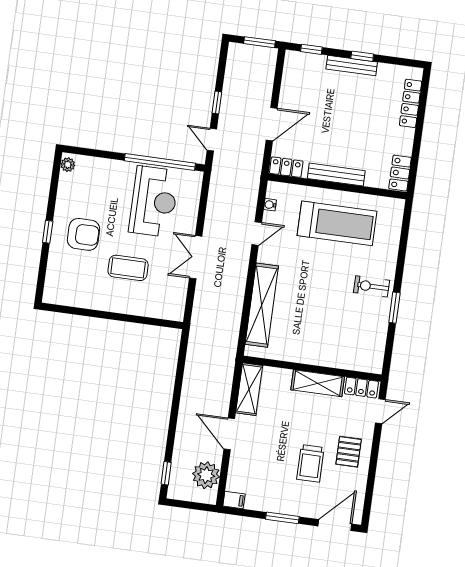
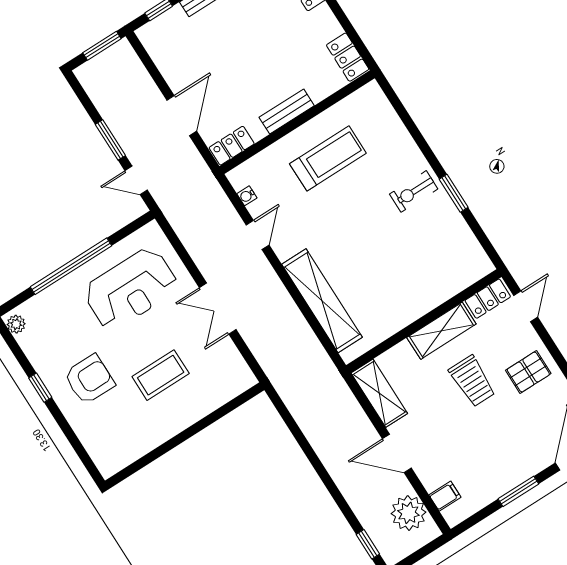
window: (217, 102) -> (110, 140), width x1.50
window: (160, 162) -> (71, 266), moved
bench: (336, 175) -> (287, 111), width x0.73
reception desk: (154, 201) -> (131, 289), turned 90
treadmill: (337, 223) -> (328, 158), width x0.73, depth x0.73
window: (48, 232) -> (40, 388), moved
pallet: (349, 452) -> (528, 372), turned 90
trolley: (310, 463) -> (472, 381), moved
filing cabinet: (234, 500) -> (445, 496), moved

